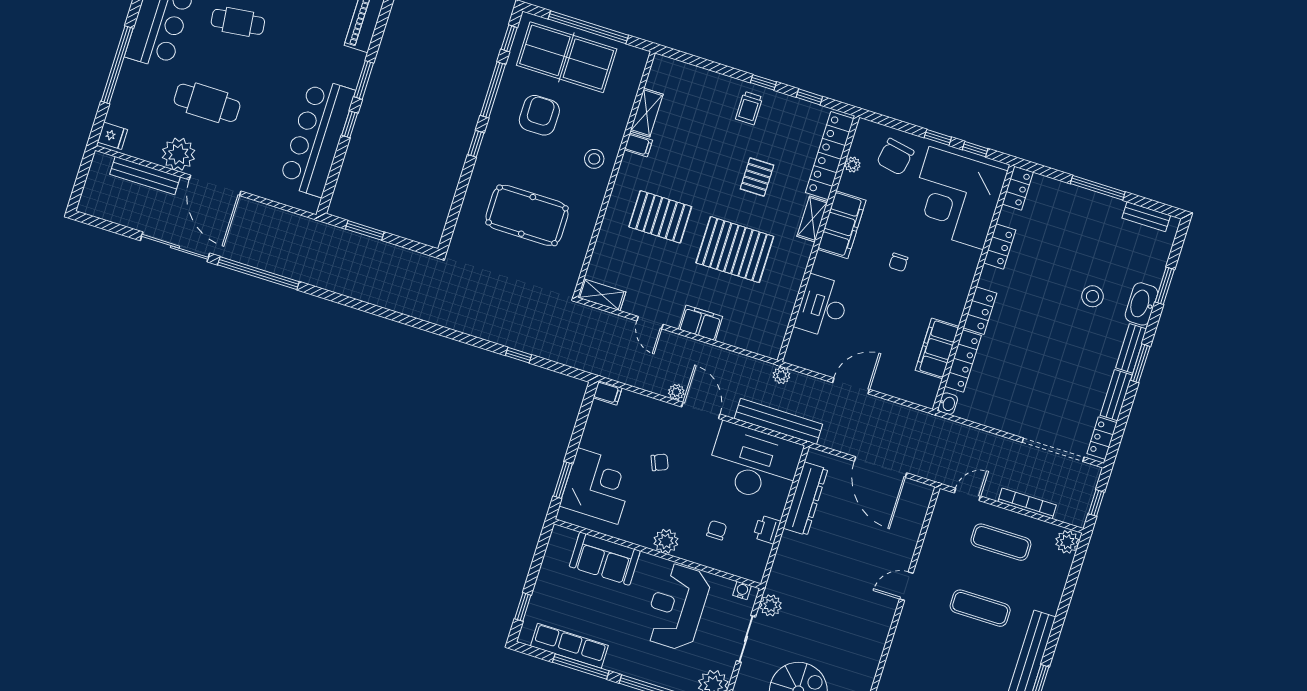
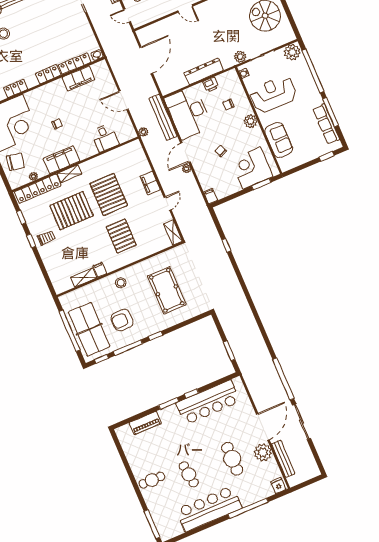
pallet: (757, 177) -> (72, 211), width x2.05, depth x2.00
desk: (823, 306) -> (105, 138), width x0.73
dresser: (806, 499) -> (204, 71), moved
reception desk: (677, 607) -> (273, 94), turned 180

